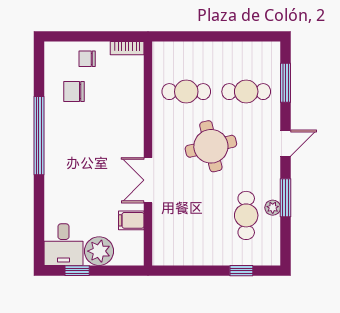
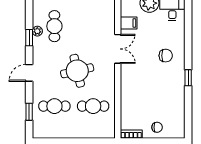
window: (285, 83) -> (29, 112), width x0.67
chair: (74, 91) -> (166, 56), moved
window: (39, 136) -> (188, 78), width x0.32
window: (285, 198) -> (29, 38), width x0.67

